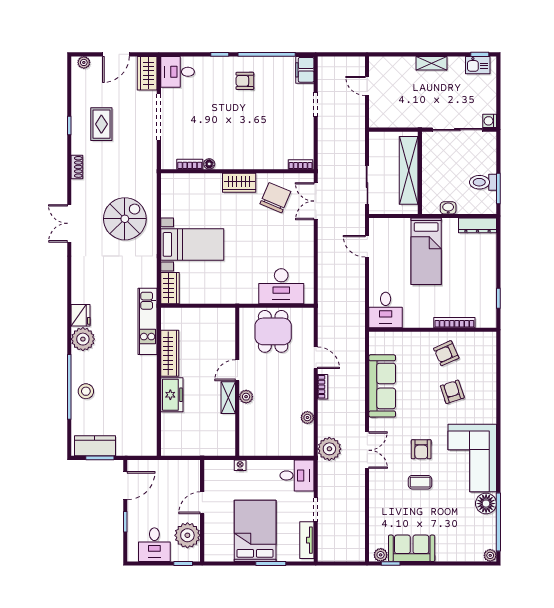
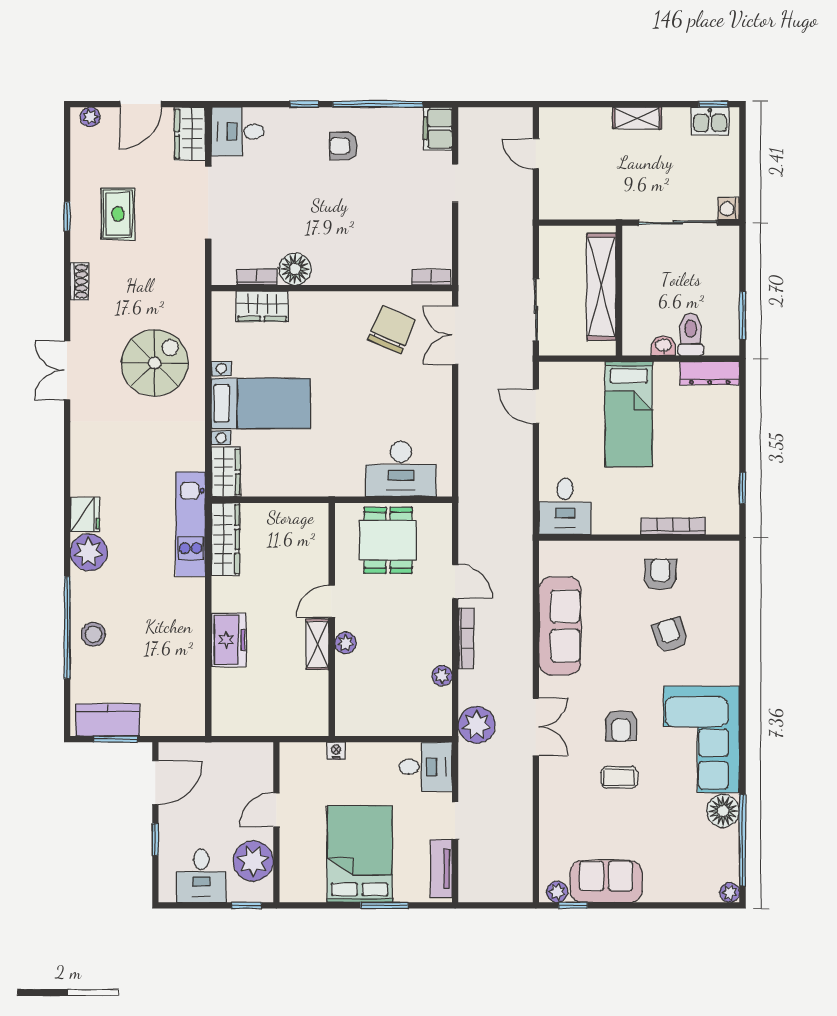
floor lamp: (209, 164) -> (295, 269), width x1.89, depth x1.89
toilet: (483, 182) -> (691, 334), moved, turned 90
wardrobe: (239, 183) -> (262, 306), moved
wardrobe: (170, 353) -> (225, 539), moved
armchair: (446, 353) -> (660, 574), turned 114
bookcase: (323, 387) -> (466, 638), width x1.56

